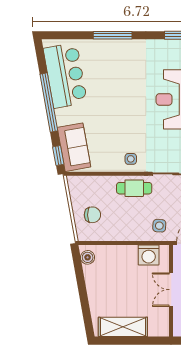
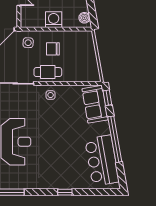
window: (113, 35) -> (65, 192), width x0.46
chair: (92, 215) -> (53, 49), moved
washing machine: (149, 255) -> (54, 20), moved

